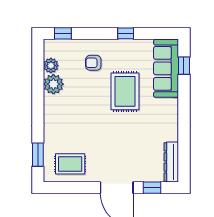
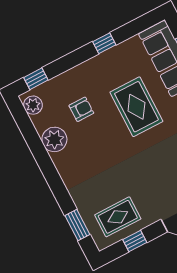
armchair: (93, 63) -> (81, 109), moved, turned 180
plant: (51, 66) -> (33, 105), moved
window: (73, 188) -> (135, 241), added

